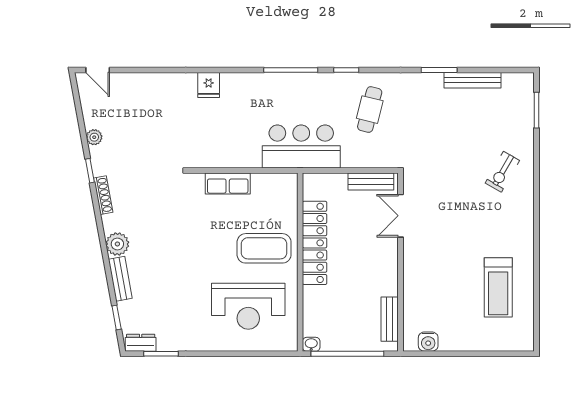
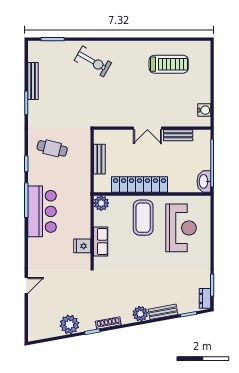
door: (98, 70) -> (26, 285), moved
fridge: (209, 85) -> (82, 246), moved, turned 180
plant: (94, 137) -> (69, 324), width x1.88, depth x1.88
bar counter: (301, 146) -> (42, 211), moved, turned 180
exercise bike: (502, 172) -> (93, 61), width x1.38, depth x1.39
bench: (371, 181) -> (99, 159), moved
plant: (286, 184) -> (101, 203), added
double door: (401, 216) -> (147, 128), moved
bench: (390, 319) -> (178, 135), moved
washbasin: (311, 344) -> (204, 181), width x1.91, depth x1.45

